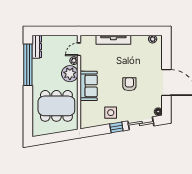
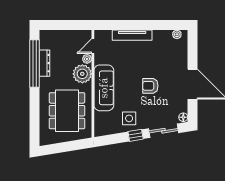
dresser: (37, 47) -> (45, 63), moved
armchair: (129, 84) -> (150, 86), turned -90
sofa: (89, 86) -> (104, 88), width x1.36
dining table: (56, 106) -> (67, 111), turned 90

